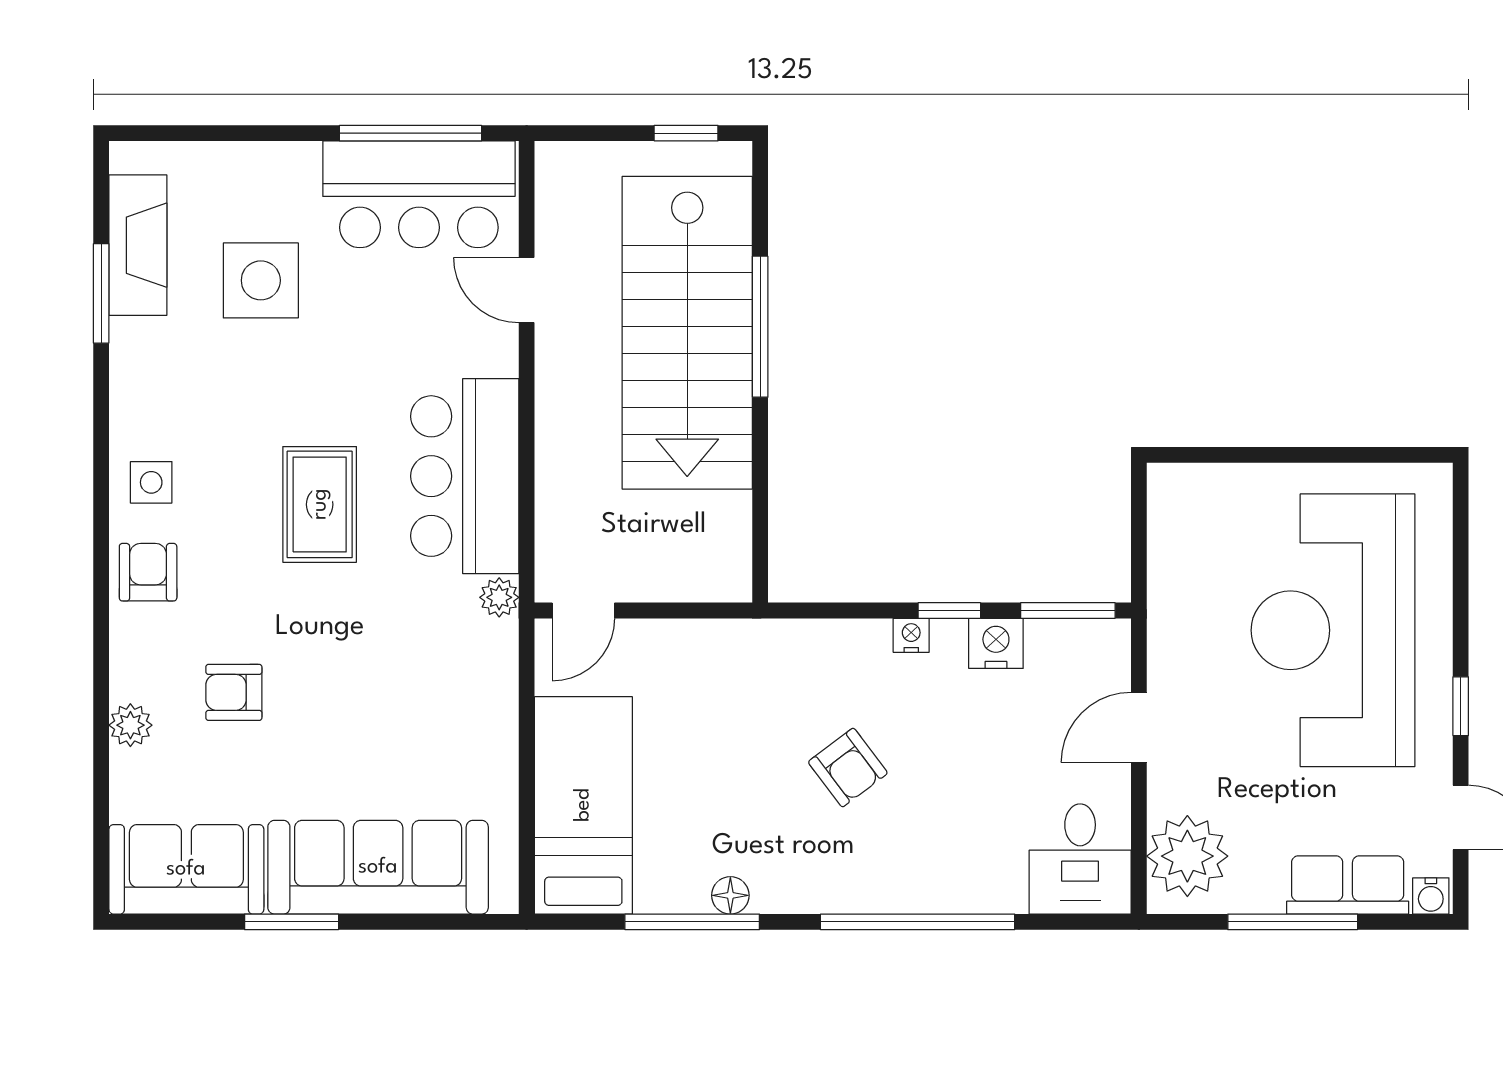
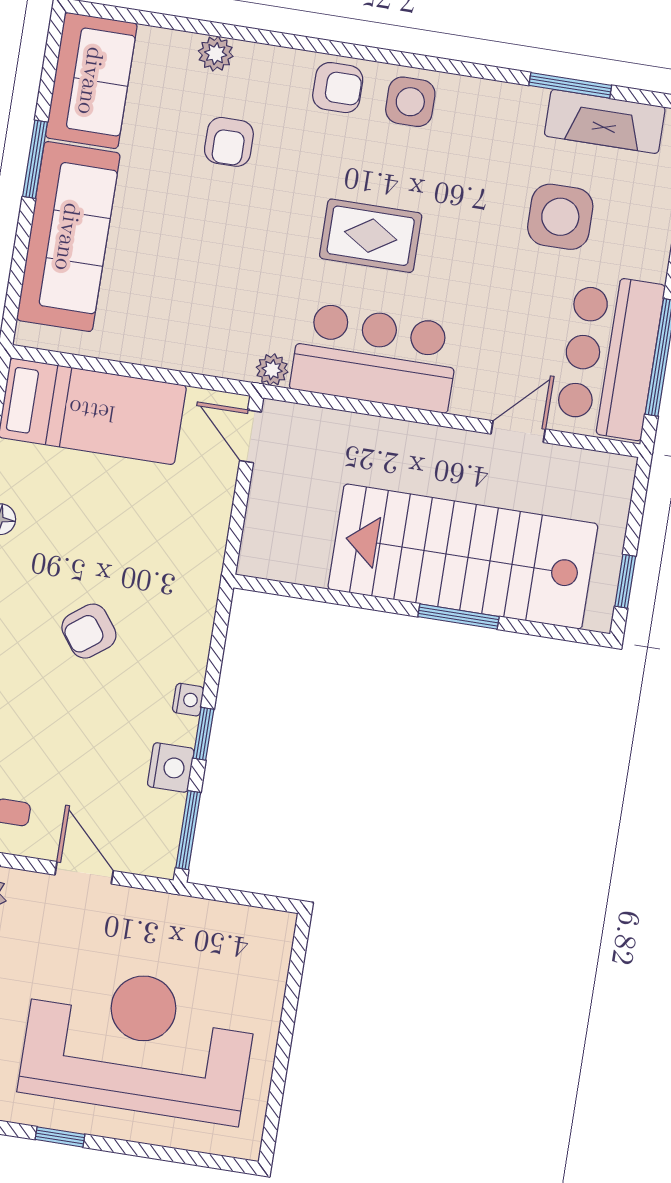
window: (760, 327) -> (458, 617), width x0.69
side table: (151, 482) -> (410, 102), width x1.37, depth x1.37
armchair: (234, 692) -> (229, 142), turned 180

